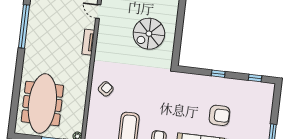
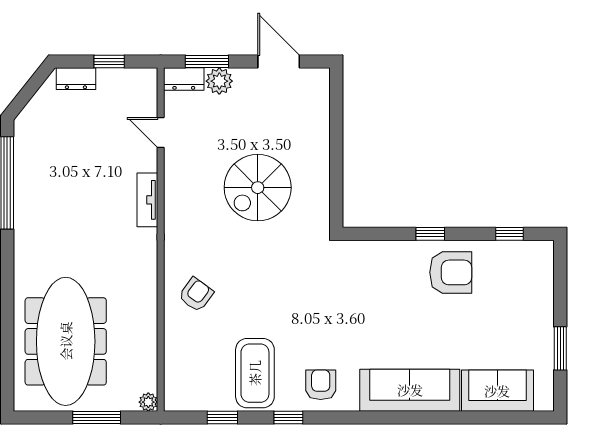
spiral stairs: (149, 34) -> (258, 188), moved
armchair: (219, 115) -> (451, 272), moved

